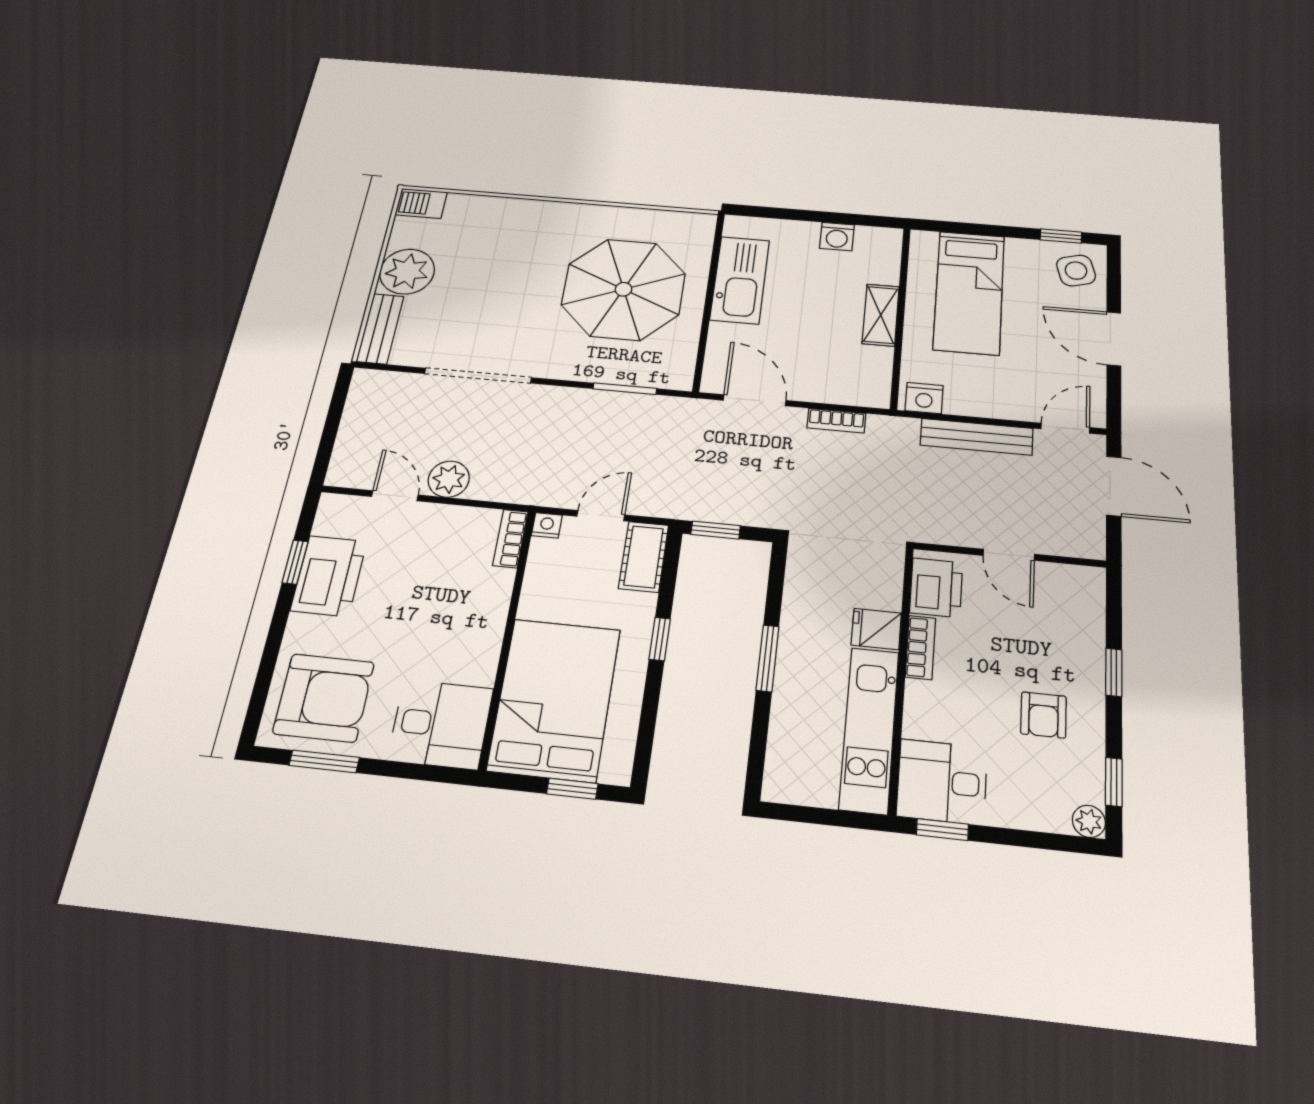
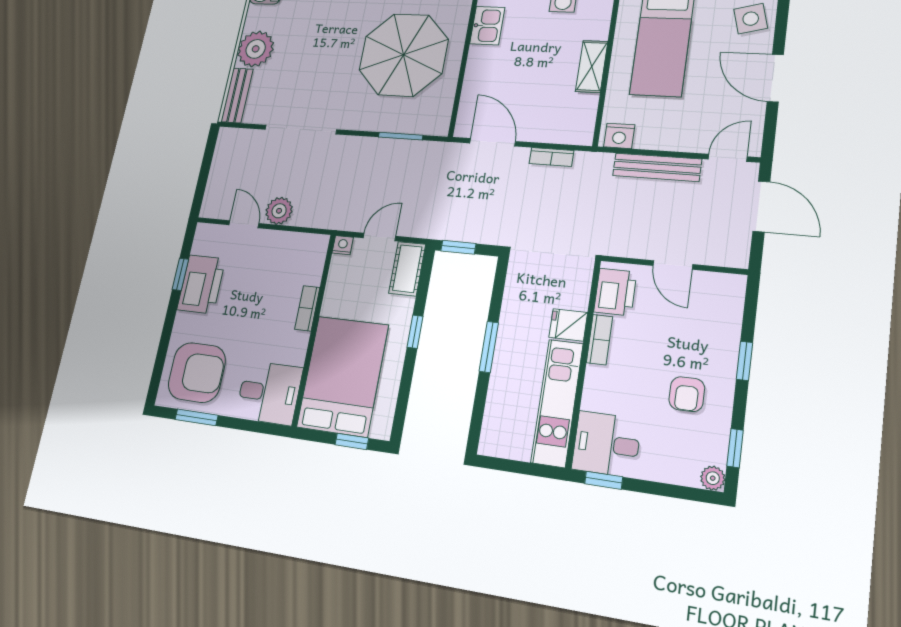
kitchen sink: (740, 280) -> (487, 26), width x0.53, depth x0.81
bookcase: (510, 539) -> (307, 308), moved

